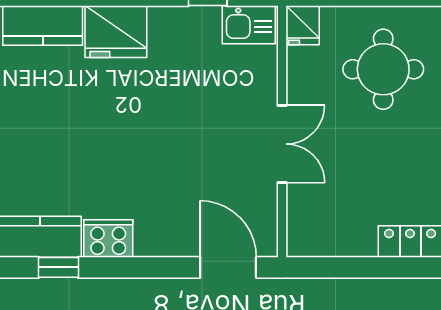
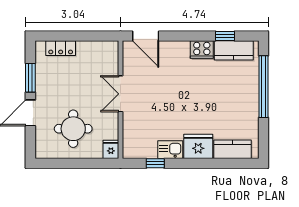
kitchen sink: (249, 25) -> (170, 150), moved

